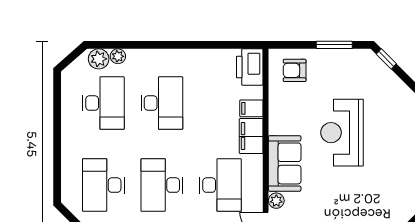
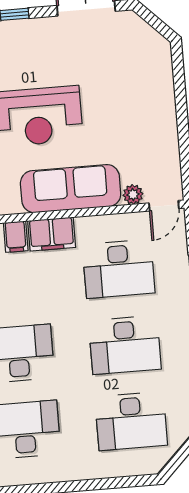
sofa: (285, 163) -> (71, 189), width x1.36
desk: (220, 185) -> (119, 269), turned 180

